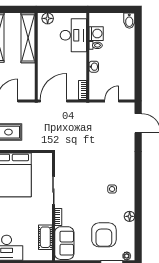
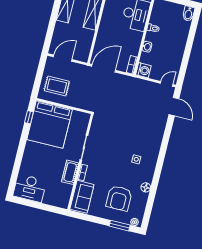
washing machine: (96, 34) -> (143, 70), moved
door: (112, 101) -> (167, 84), moved
cot: (45, 237) -> (70, 172), moved

